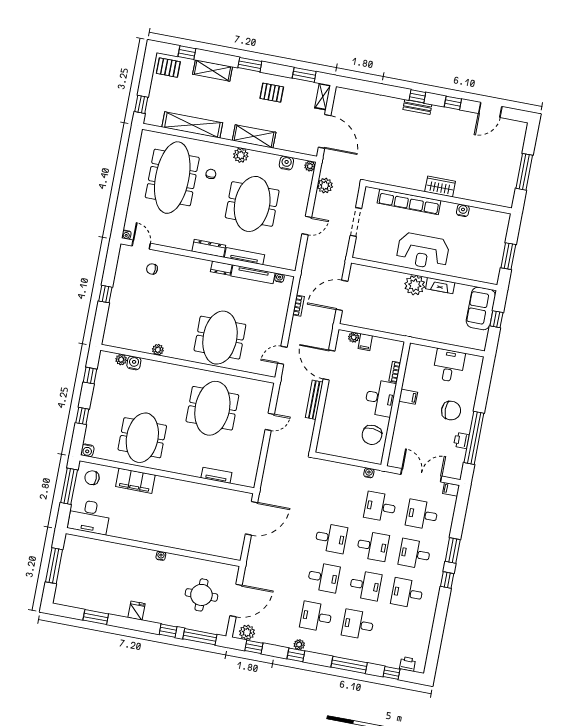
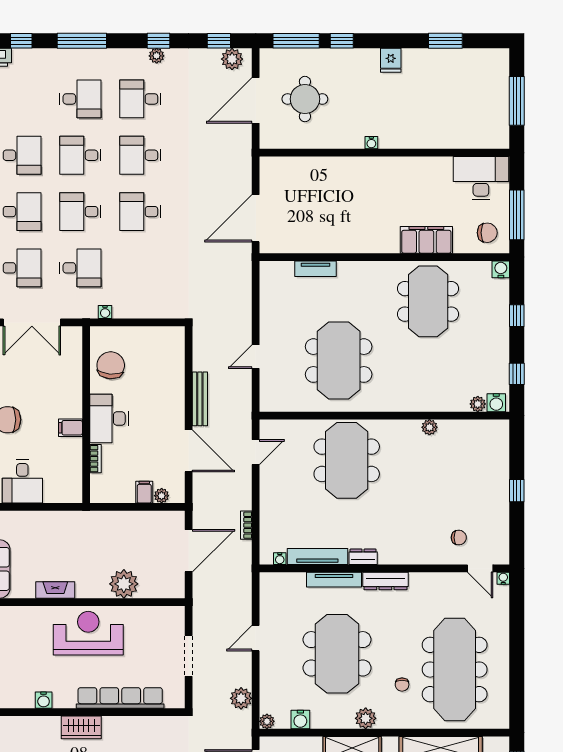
plant: (415, 285) -> (124, 584), moved
water cooler: (134, 363) -> (496, 403), moved
desk: (316, 617) -> (140, 99), turned 180

